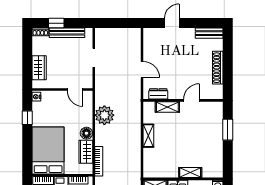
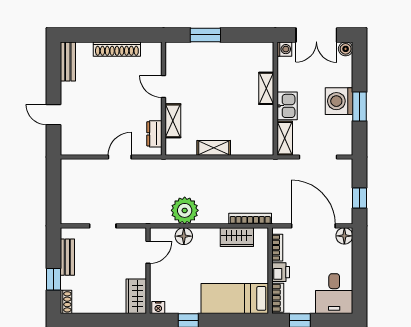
bench: (67, 33) -> (67, 257), width x0.73
wardrobe: (39, 68) -> (136, 296), moved, turned -90
floor lamp: (86, 133) -> (184, 236), moved
bed: (48, 150) -> (235, 298), width x0.67

